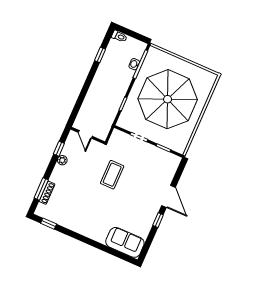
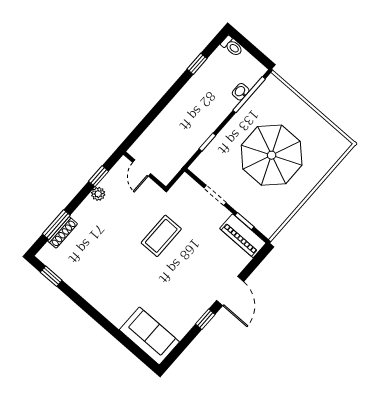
parasol: (168, 99) -> (272, 155), width x0.73, depth x0.73
piano: (165, 158) -> (243, 236), added

